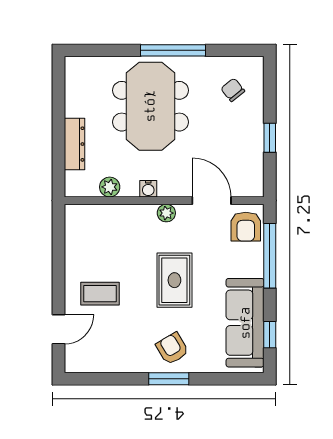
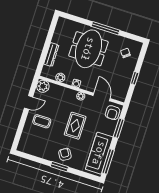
plant: (78, 218) -> (43, 86), added
window: (270, 256) -> (119, 128), width x0.69
door: (59, 329) -> (29, 102), moved
window: (270, 335) -> (108, 162), width x2.17

